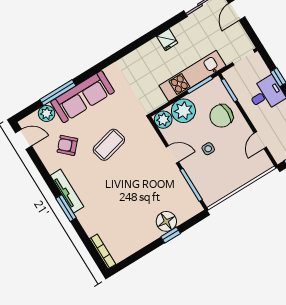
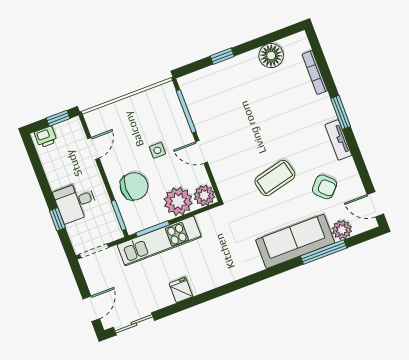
tv unit: (67, 191) -> (338, 140), width x0.71
floor lamp: (166, 221) -> (271, 56), moved
bookcase: (103, 252) -> (315, 73), moved

